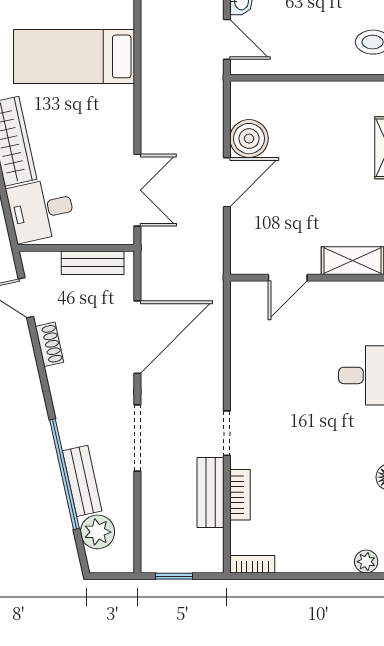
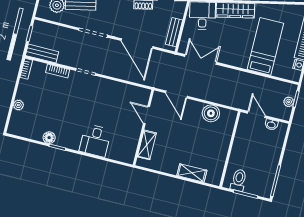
door: (227, 39) -> (256, 114), swing flipped
door: (227, 182) -> (176, 95), moved
double door: (137, 190) -> (201, 59), swing flipped
bench: (211, 493) -> (42, 54), moved
plant: (366, 562) -> (18, 105), moved

